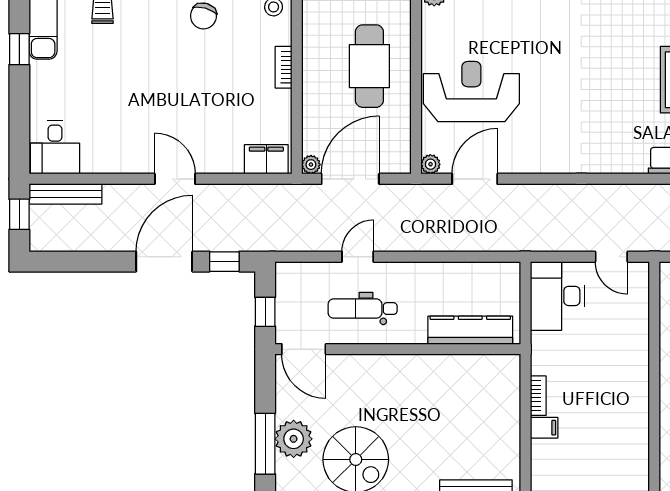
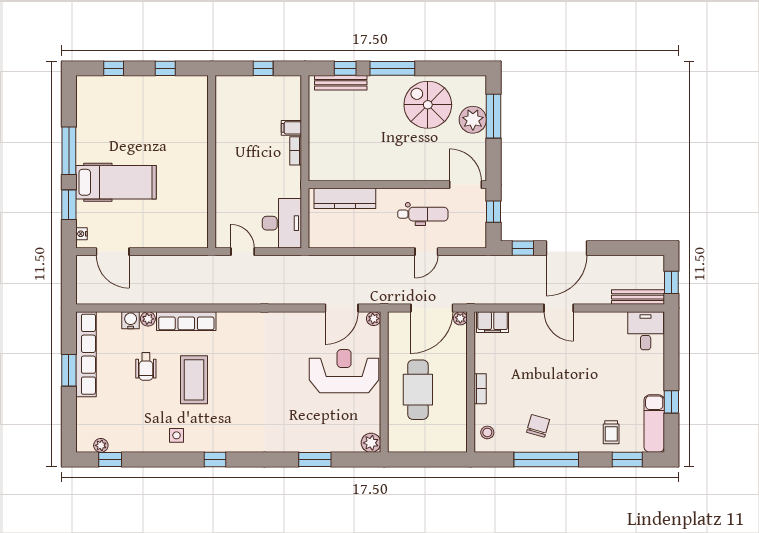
reception desk: (471, 92) -> (344, 371), turned 180

